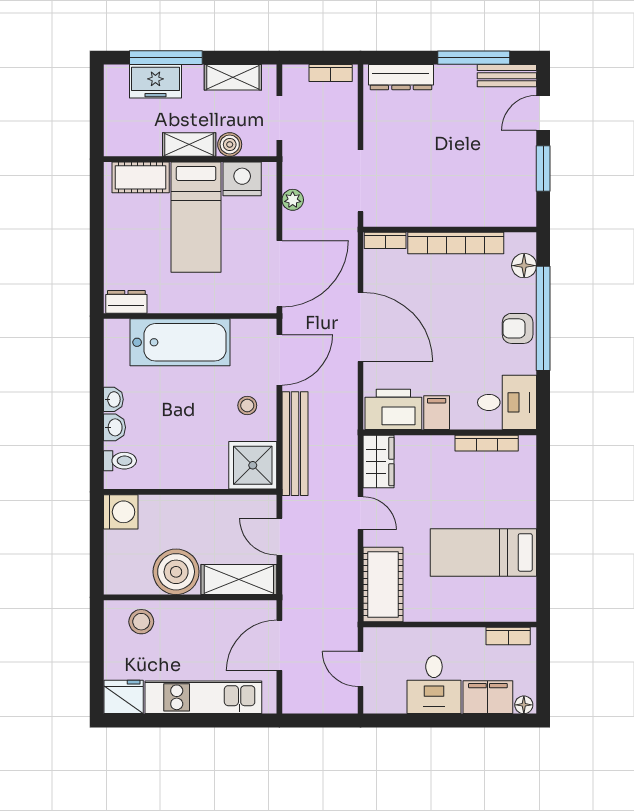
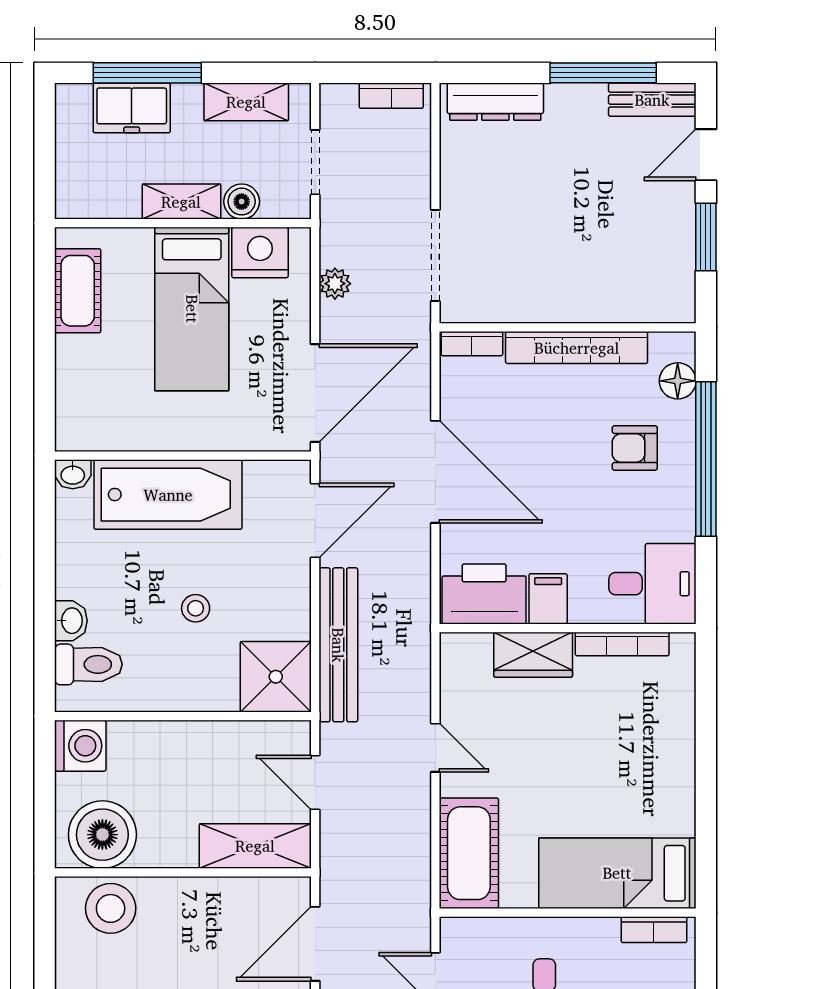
cot: (141, 177) -> (78, 291), moved, turned 90
dresser: (126, 302) -> (89, 435), removed
armchair: (518, 328) -> (635, 448), moved
washbasin: (113, 399) -> (73, 474), moved, turned 90
stool: (247, 405) -> (196, 608), moved
toilet: (120, 461) -> (88, 664), width x1.37, depth x1.39
wardrobe: (379, 462) -> (533, 655), moved, turned 90
bed: (483, 552) -> (617, 873), moved
boiler: (176, 572) -> (102, 835), moved
stool: (141, 622) -> (111, 908), width x1.38, depth x1.38

